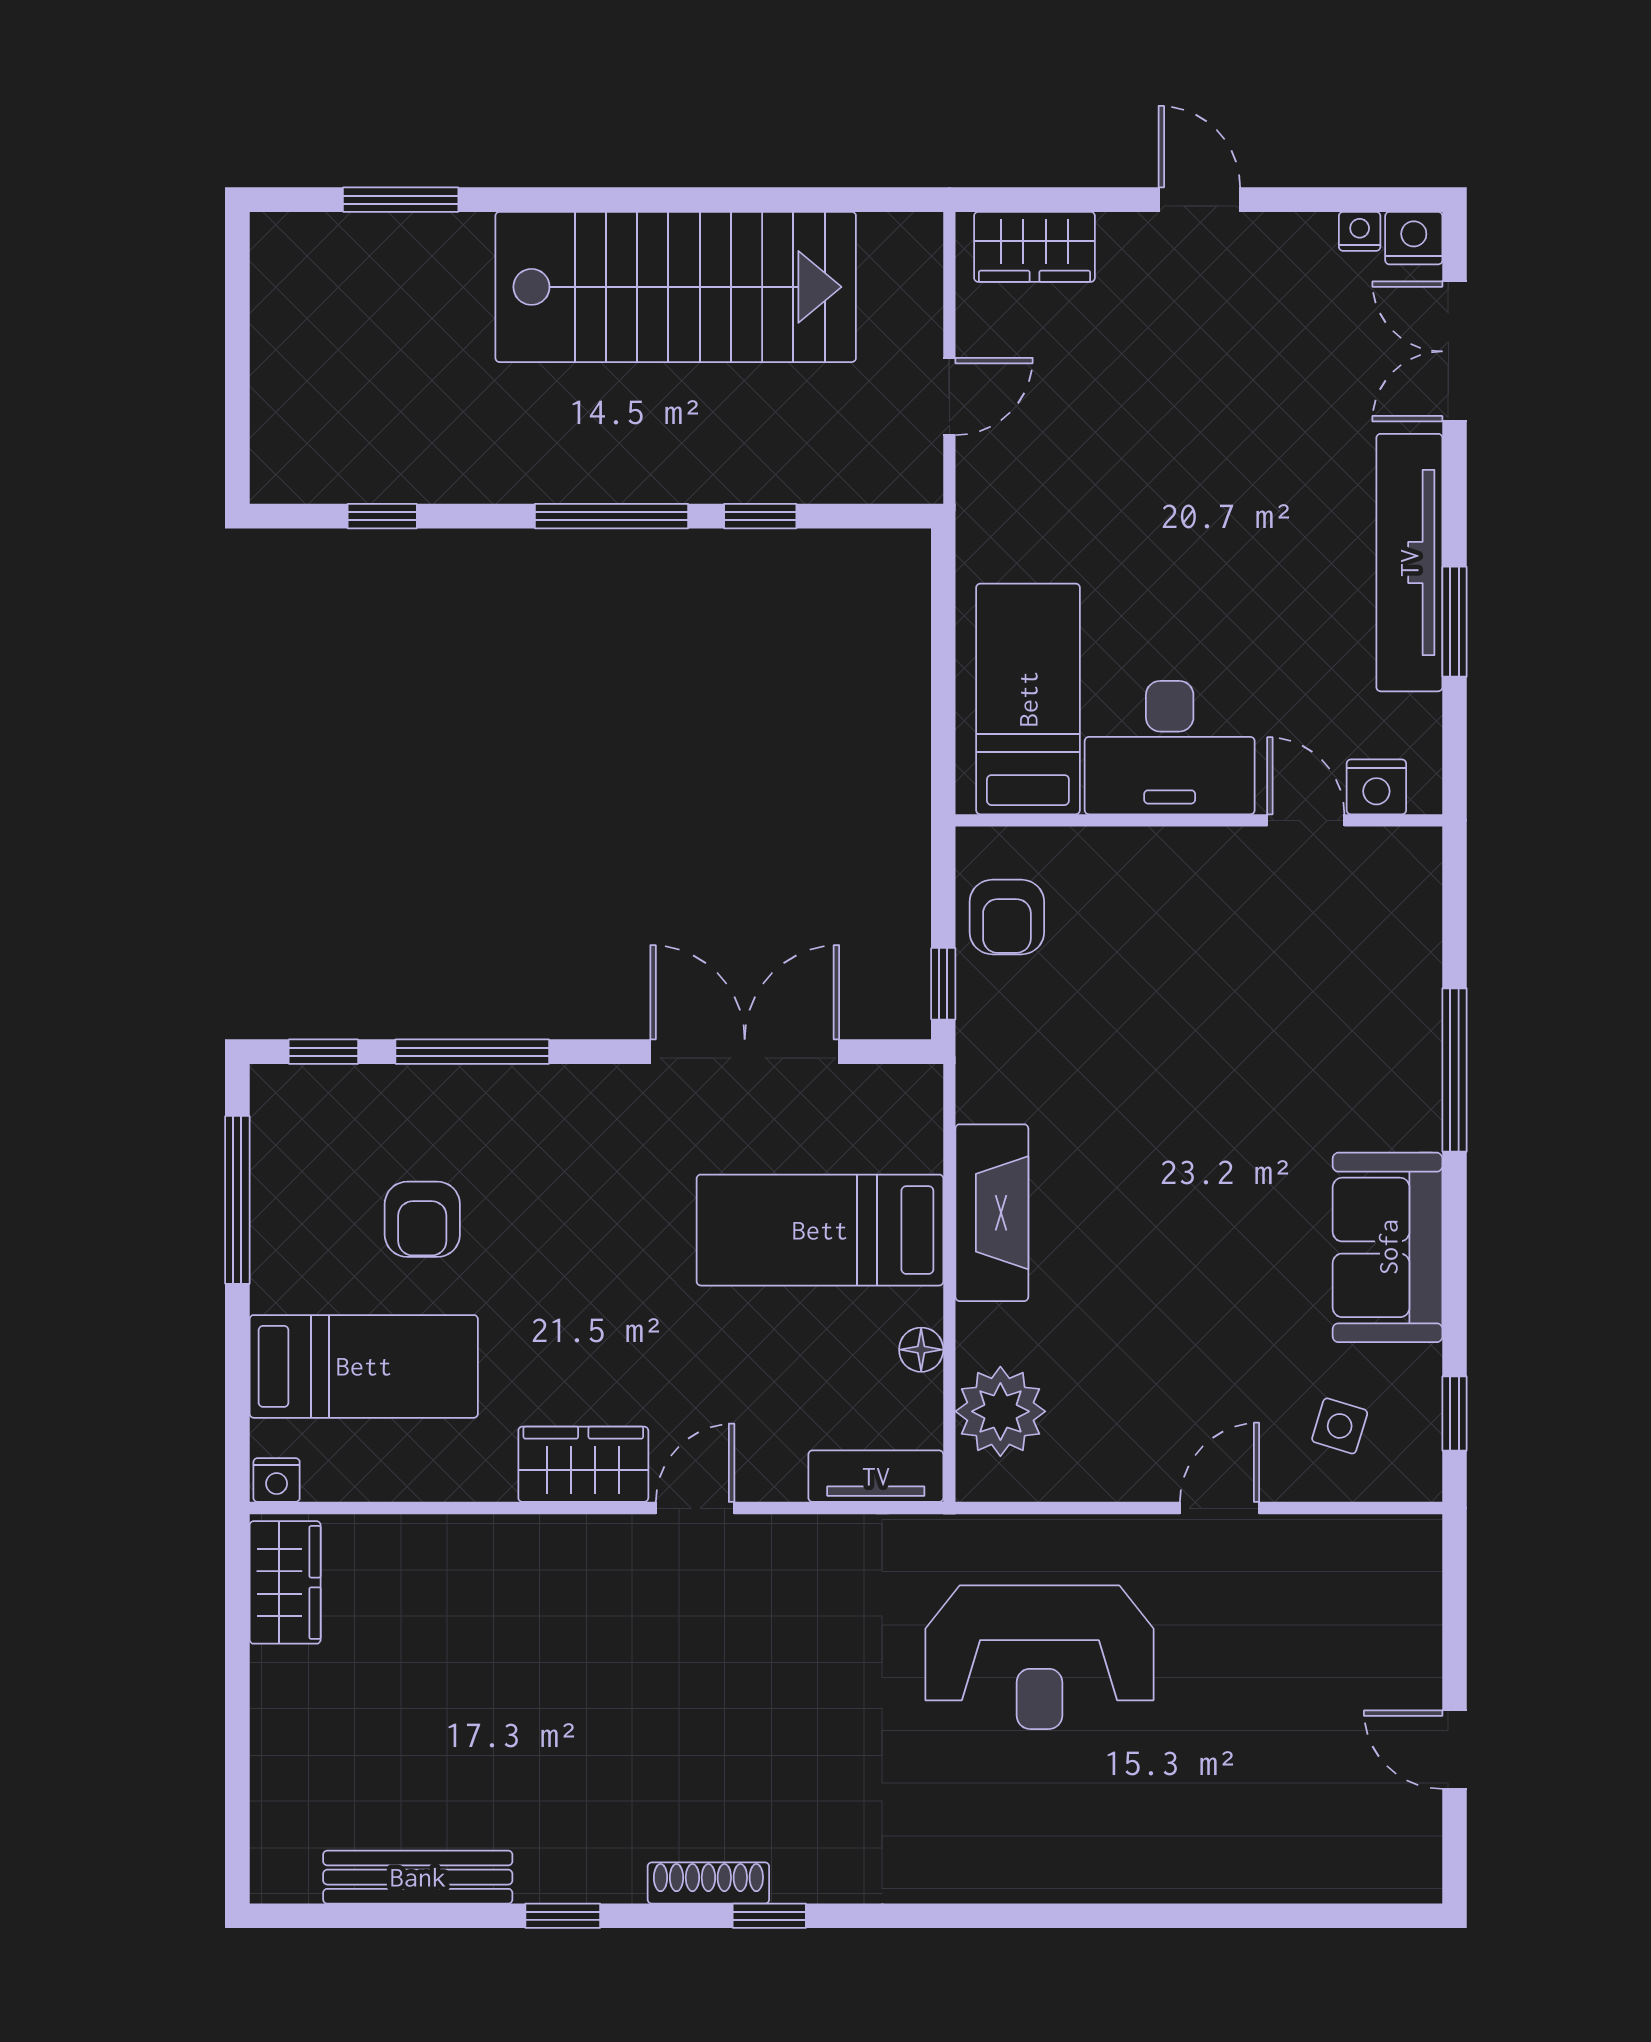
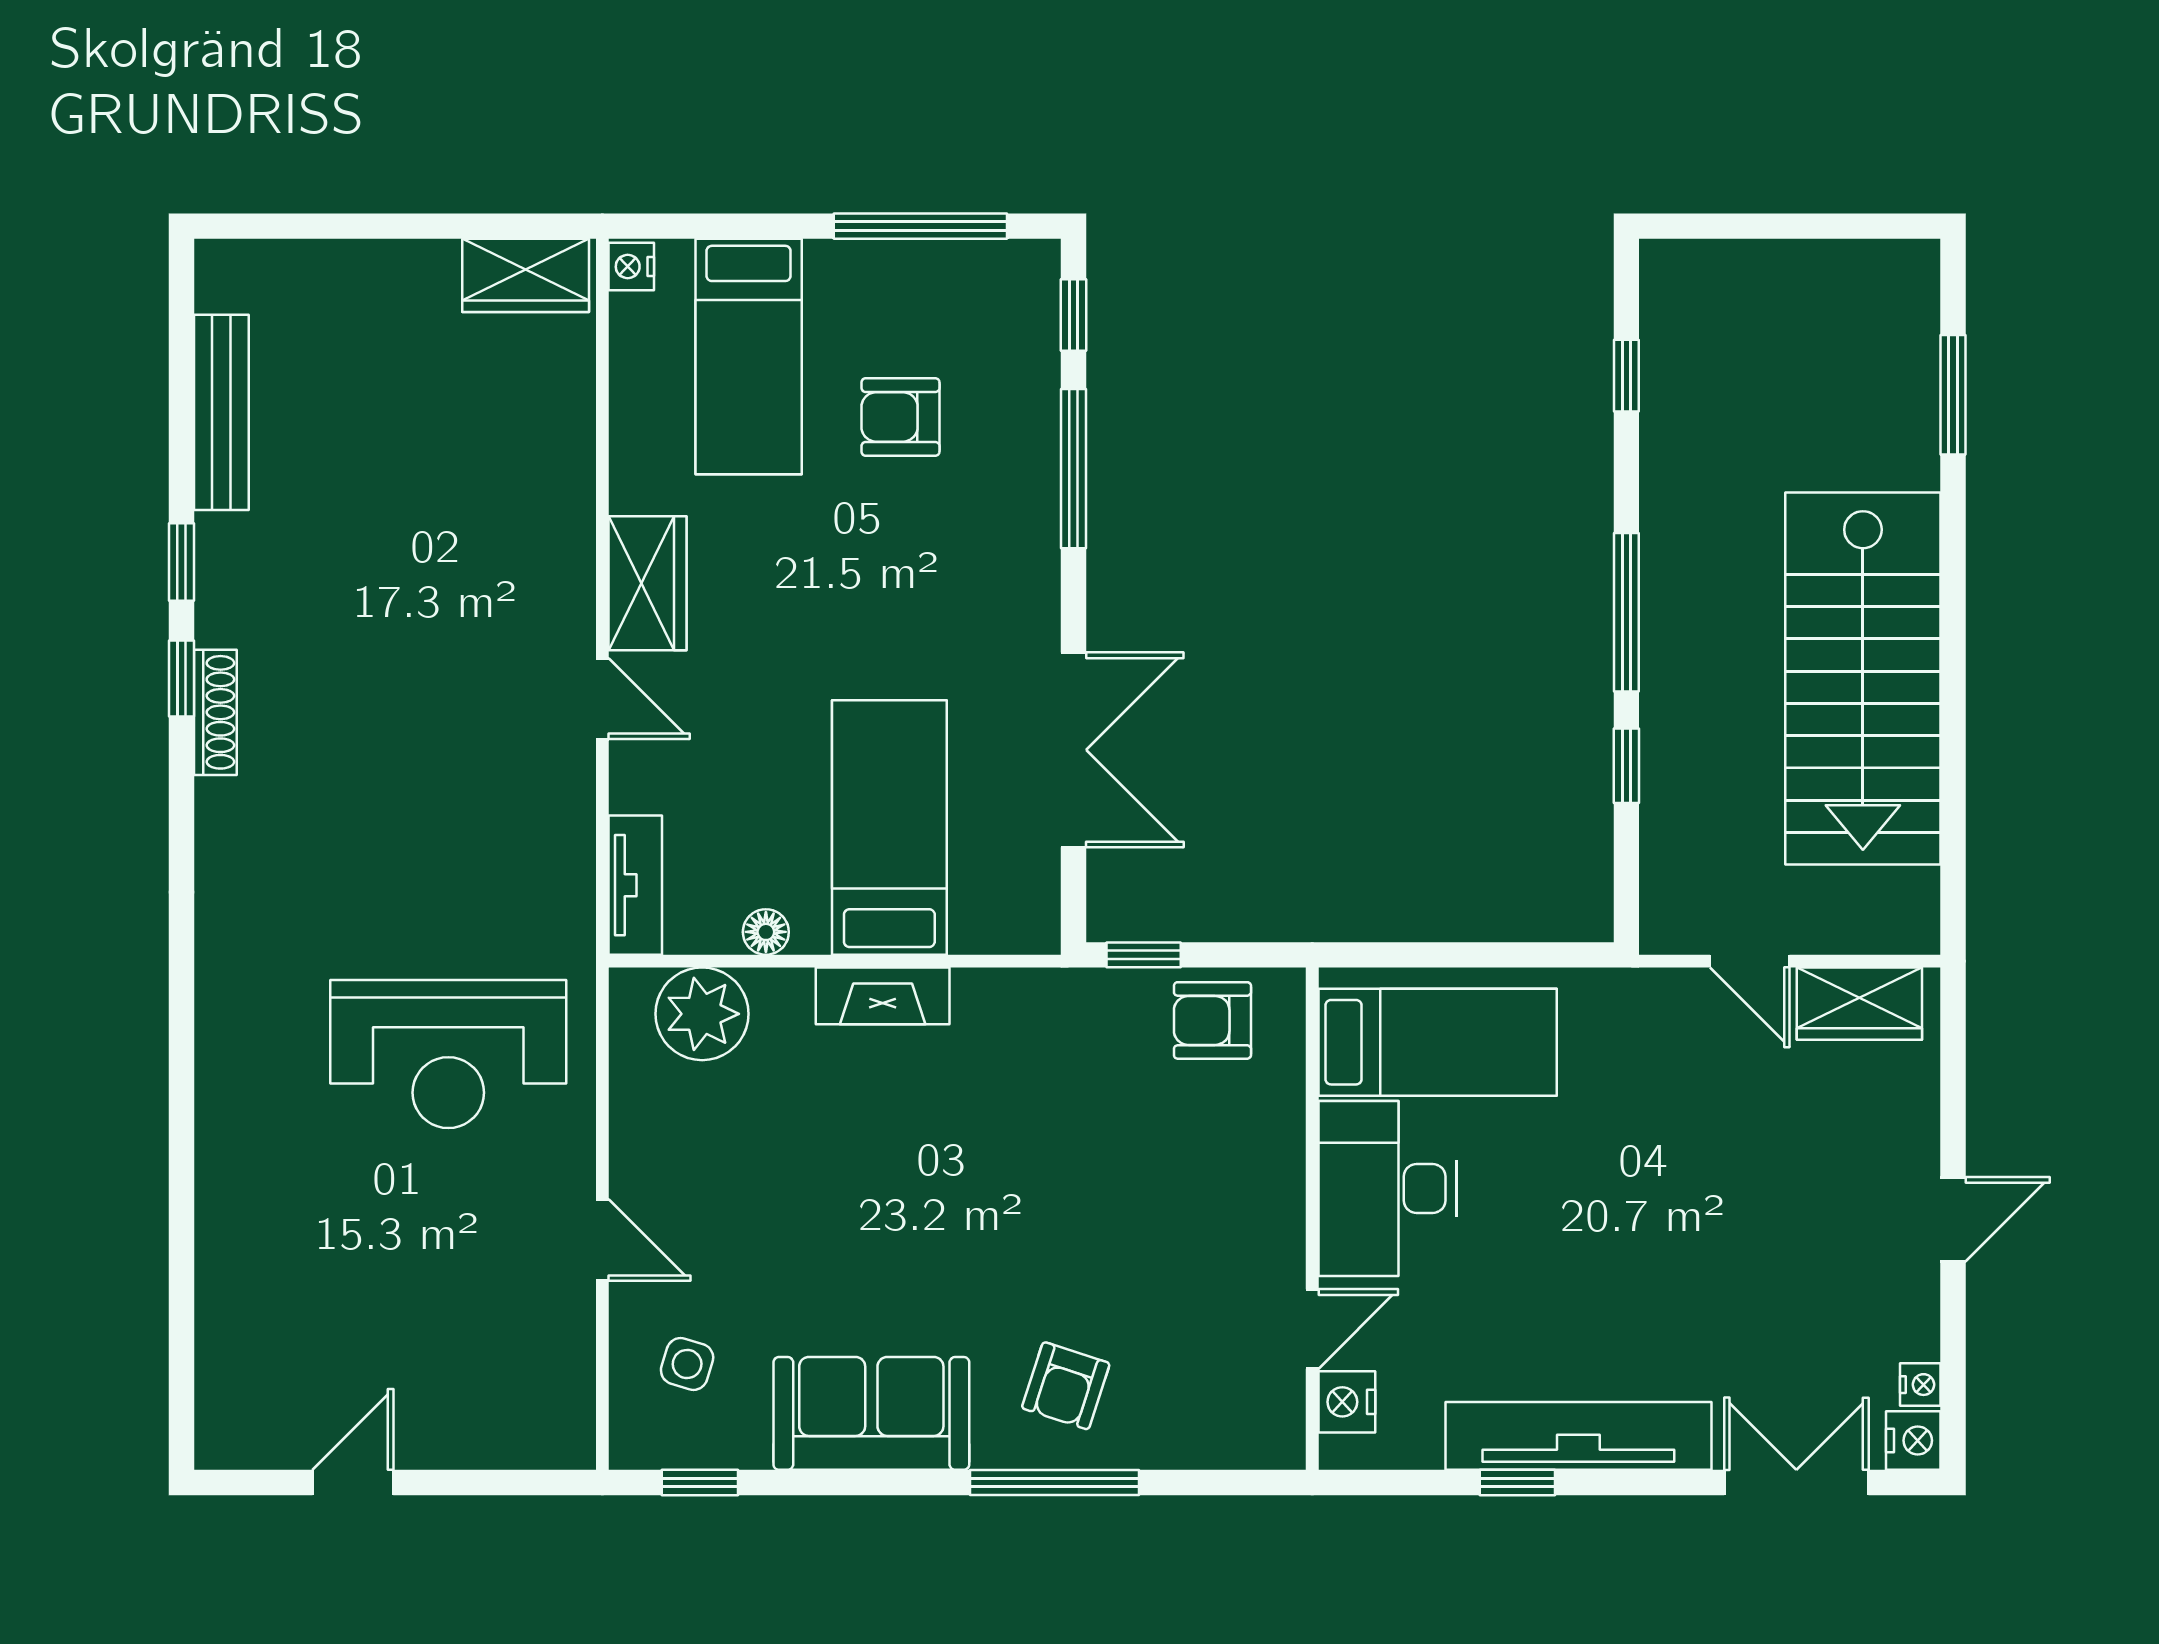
wardrobe: (1034, 247) -> (1859, 1004), moved, turned -90
window: (1455, 622) -> (1517, 1483), width x0.67
armchair: (1361, 1059) -> (1066, 1386), added
fireplace: (992, 1213) -> (883, 996), width x0.73, depth x0.76
reception desk: (1039, 1657) -> (448, 1054), turned -90
window: (769, 1916) -> (181, 679), moved

